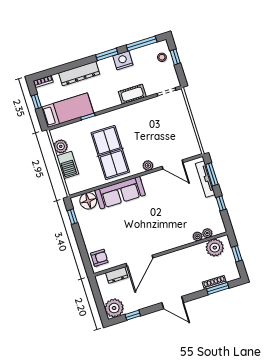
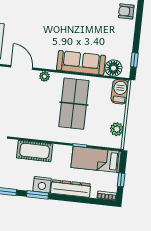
nightstand: (123, 60) -> (42, 185), moved
cot: (132, 94) -> (35, 151), width x1.37, depth x1.34
barbecue: (68, 165) -> (120, 92), moved

